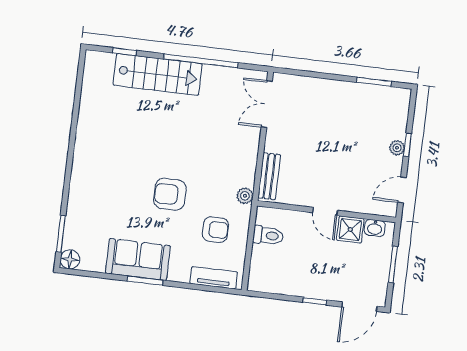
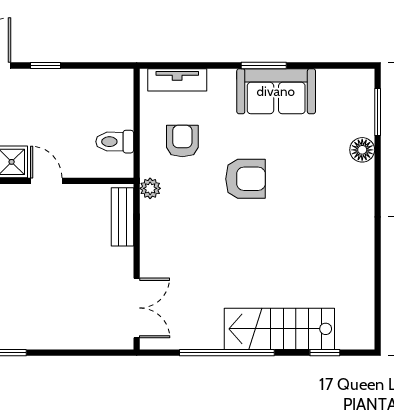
armchair: (215, 230) -> (182, 141), turned 90
floor lamp: (70, 259) -> (362, 150), moved

